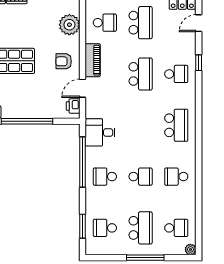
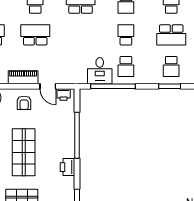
desk: (100, 132) -> (100, 71), moved
school desk: (141, 228) -> (171, 35), turned 180

